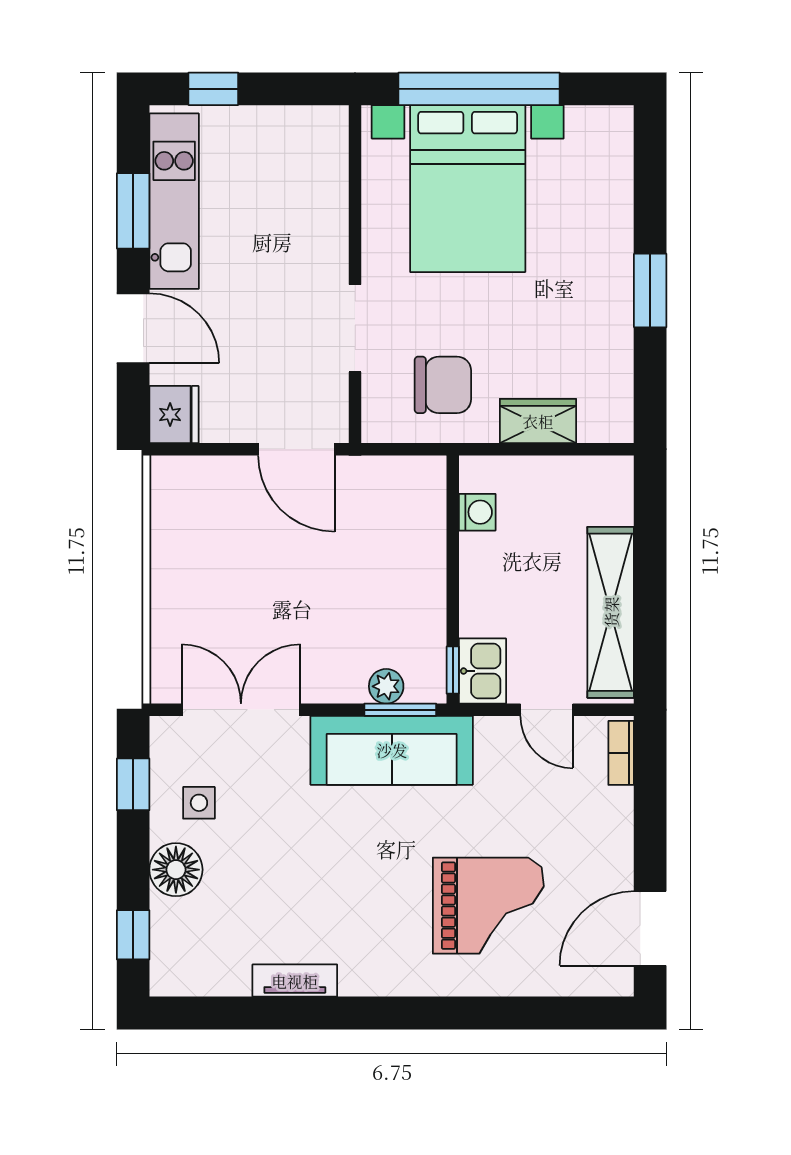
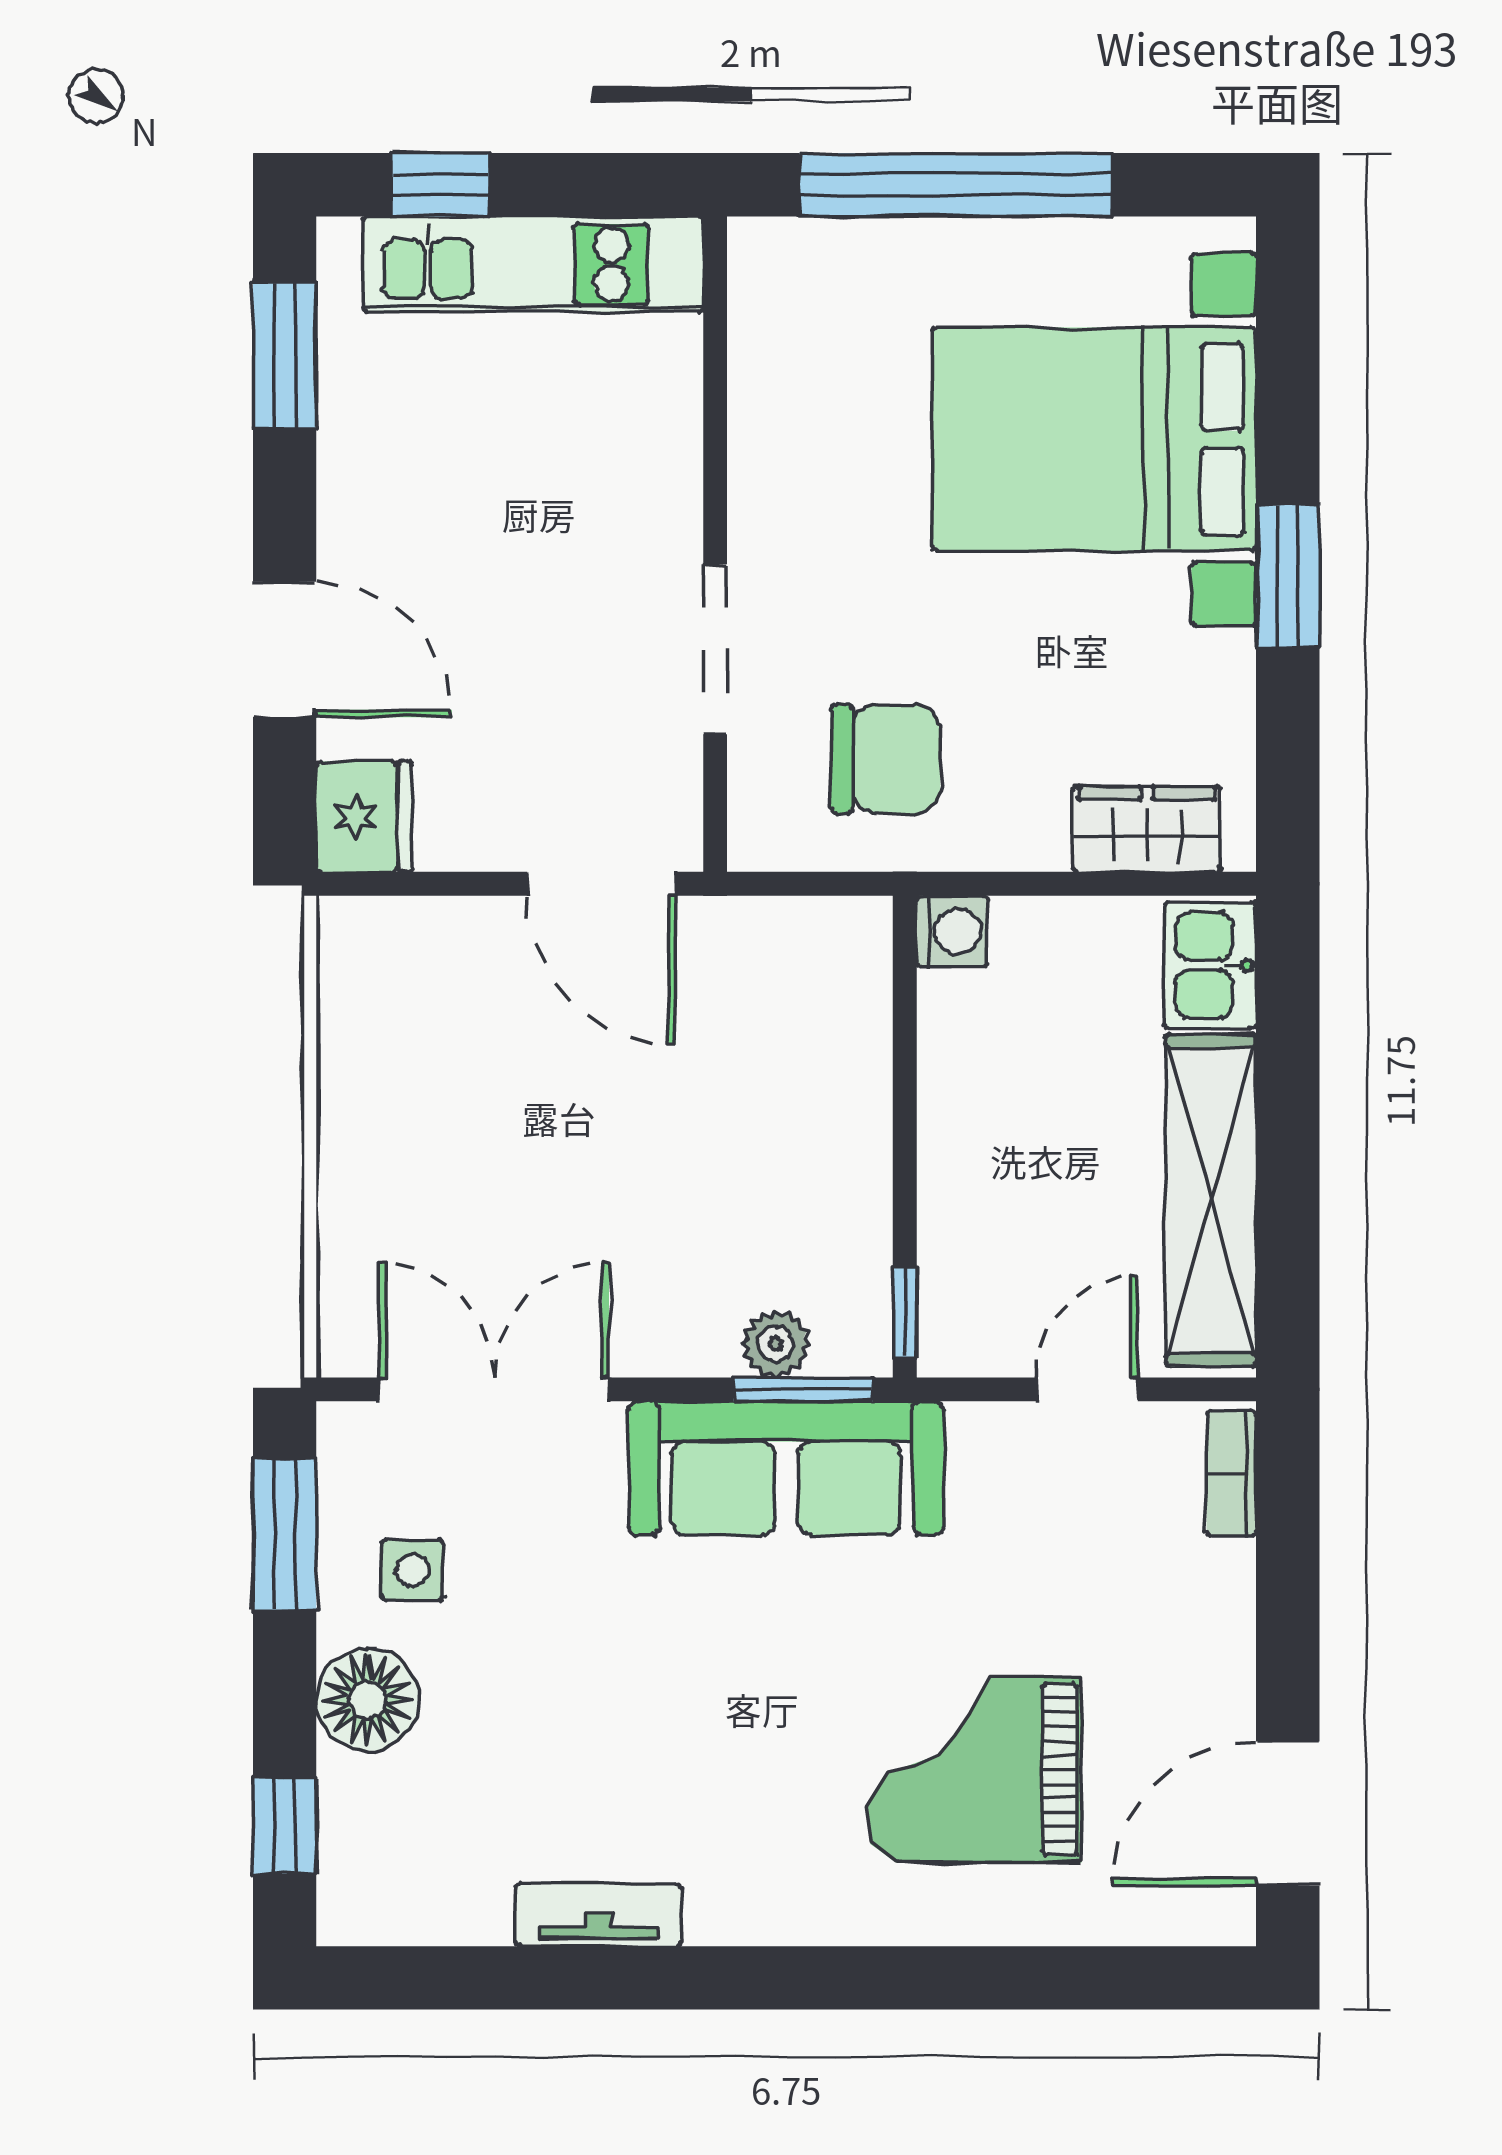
bed with nightstands: (468, 189) -> (1094, 439), moved, turned 90
kitchen unit: (174, 201) -> (533, 264), moved, turned 90
window: (133, 211) -> (285, 355), moved
wardrobe: (538, 421) -> (1147, 829), moved
washing machine: (477, 512) -> (952, 931), moved
kitchen sink: (482, 671) -> (1210, 965), moved, turned 180
door: (547, 710) -> (1087, 1389), swing flipped
window: (133, 784) -> (285, 1534), width x1.50
grand piano: (488, 906) -> (974, 1769), turned 180

